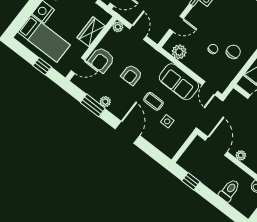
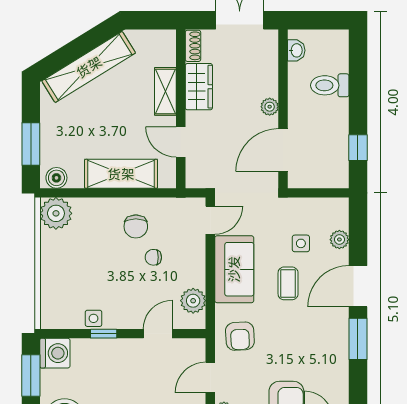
door: (177, 24) -> (158, 334), hinge flipped
chair: (233, 52) -> (136, 226), turned -90
armchair: (131, 75) -> (240, 336), moved, turned 87
plant: (105, 102) -> (339, 240), moved
window: (93, 105) -> (358, 339), moved

